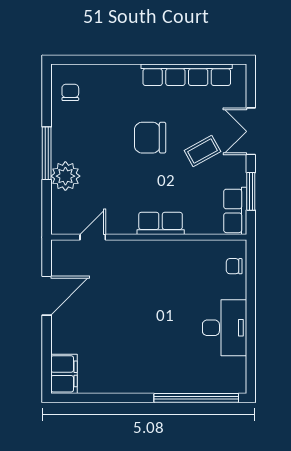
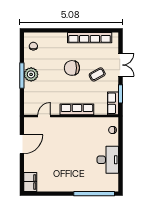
double door: (251, 131) -> (121, 65), swing flipped
plant: (65, 176) -> (31, 74), moved
row of seats: (161, 223) -> (77, 109), width x1.48

